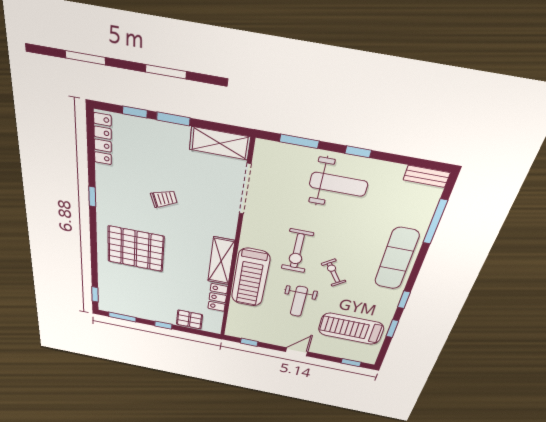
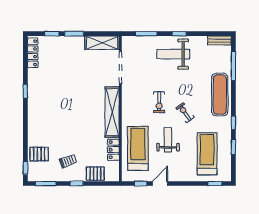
weight bench: (338, 184) -> (173, 54), turned 180
trolley: (164, 199) -> (68, 161), moved
pallet: (136, 249) -> (39, 154), moved, width x0.49, depth x0.50
exercise bike: (297, 251) -> (159, 102), width x0.73, depth x0.72
shelving: (221, 261) -> (112, 112), width x1.47
treadmill: (250, 278) -> (138, 148), moved, turned 180
weight bench: (299, 301) -> (168, 140), turned 180
treadmill: (351, 329) -> (207, 154), turned 90
door: (297, 352) -> (160, 184), moved

